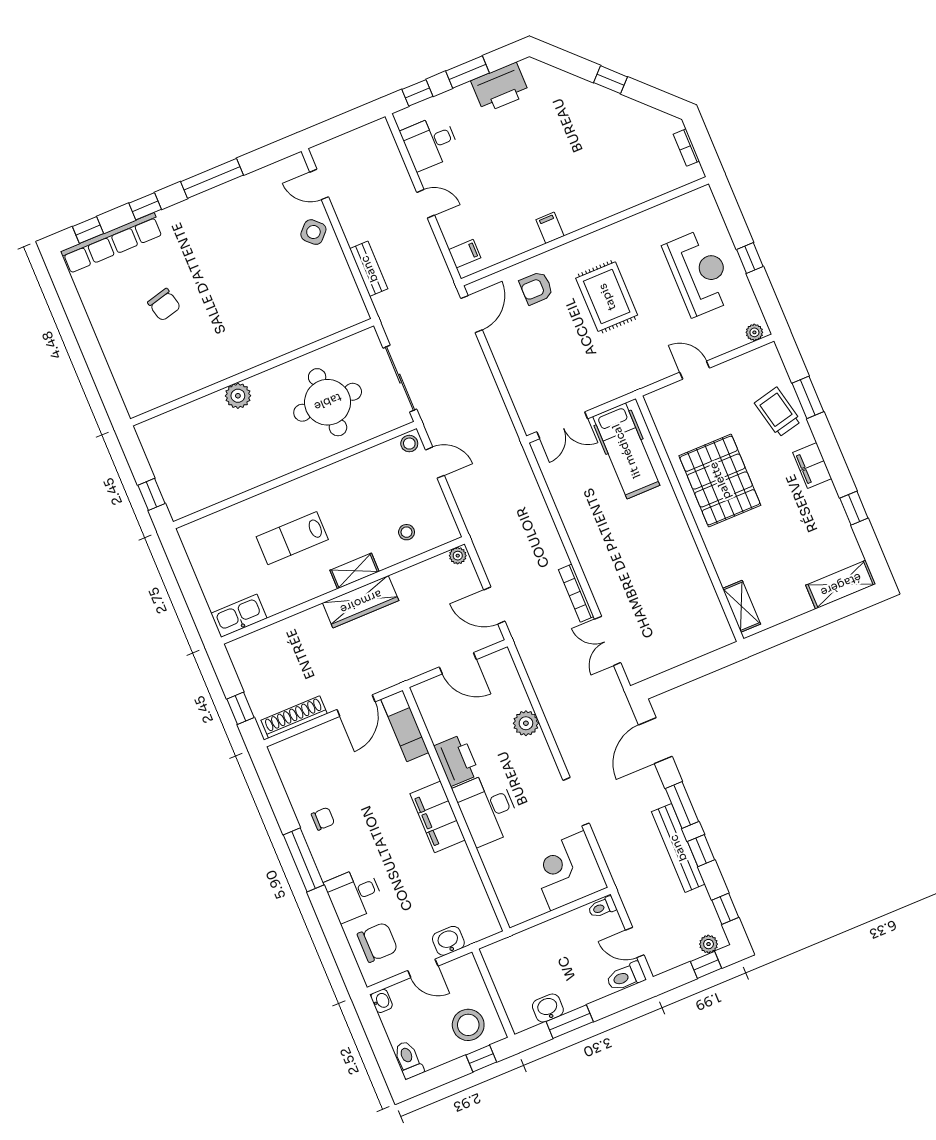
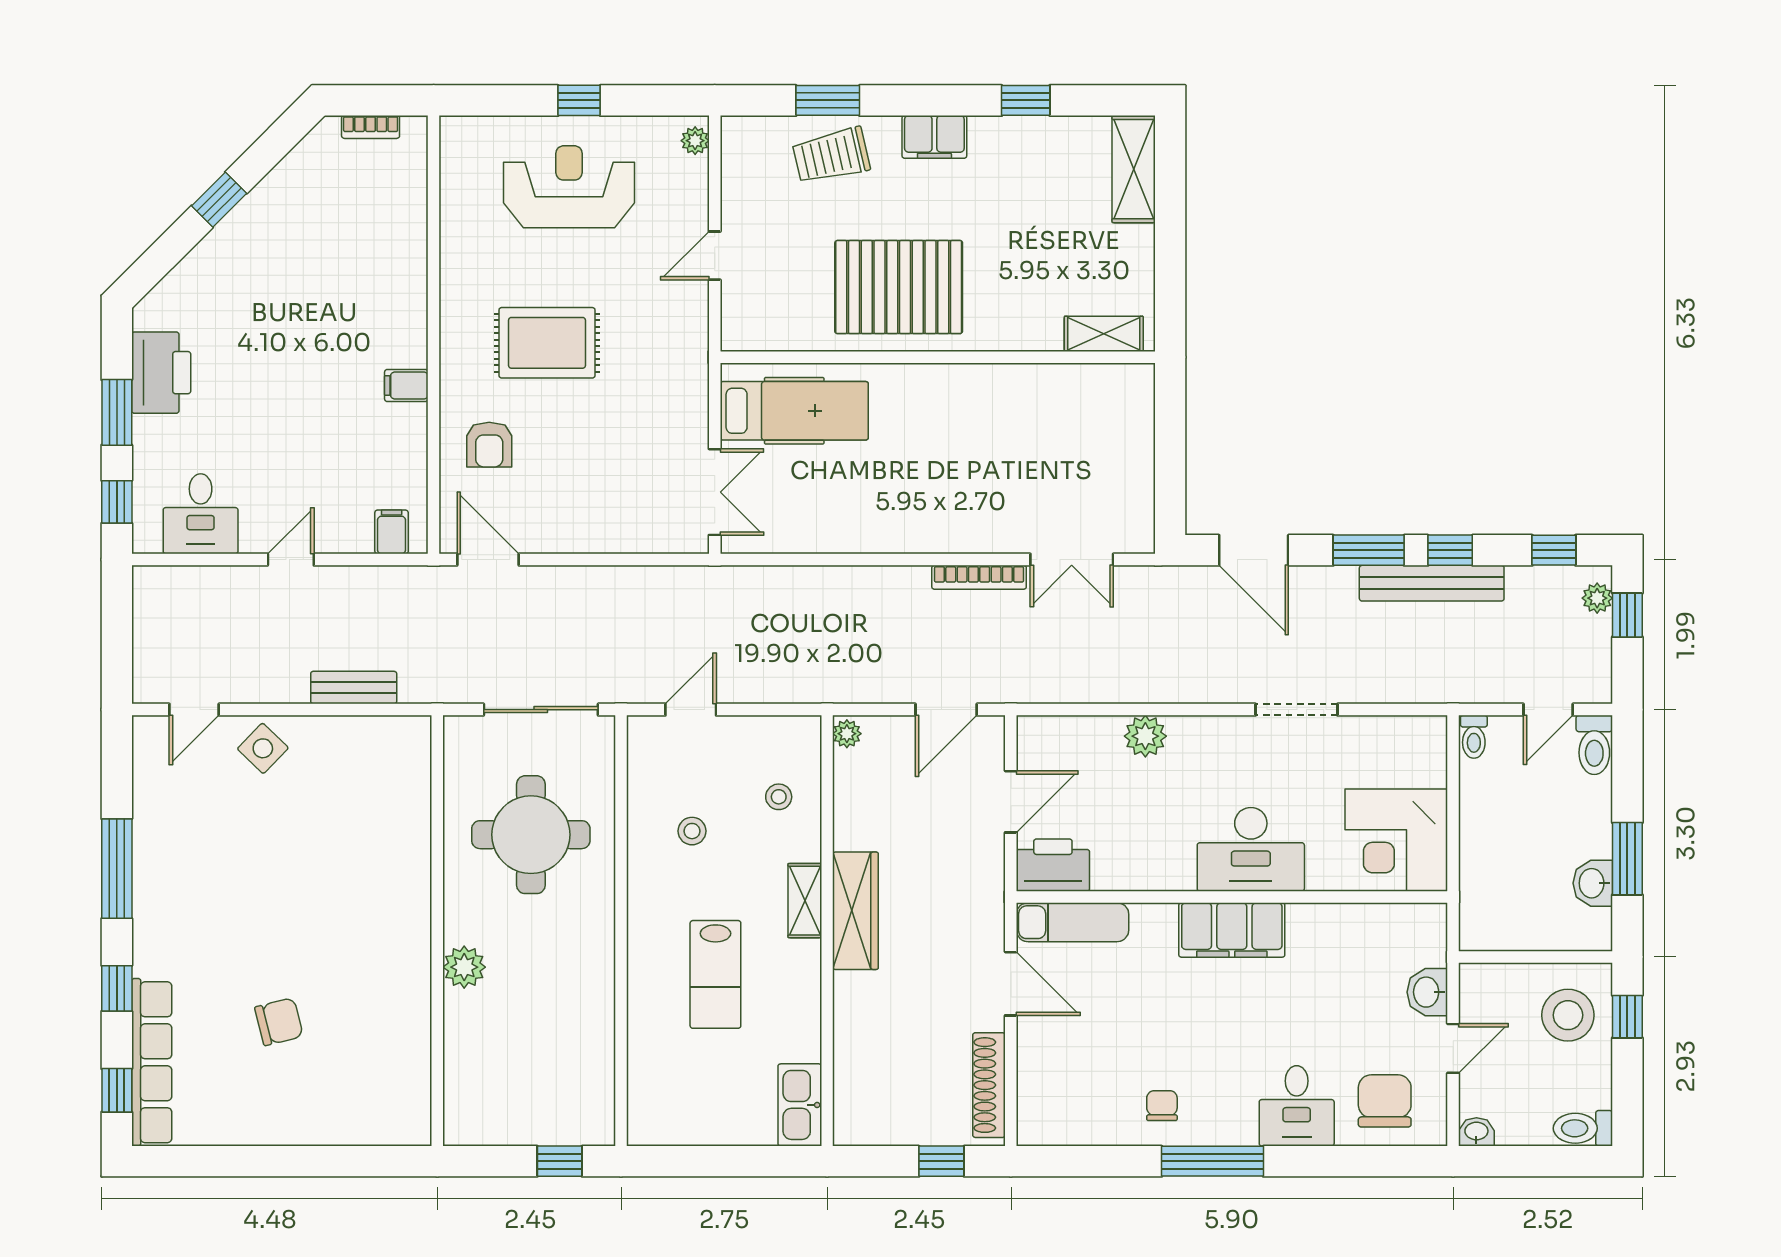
stool: (409, 444) -> (692, 831), moved
printer: (457, 760) -> (1053, 865), moved
corner desk: (568, 871) -> (1396, 840), moved

